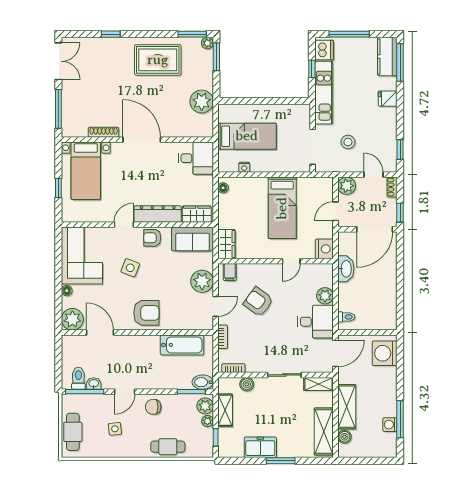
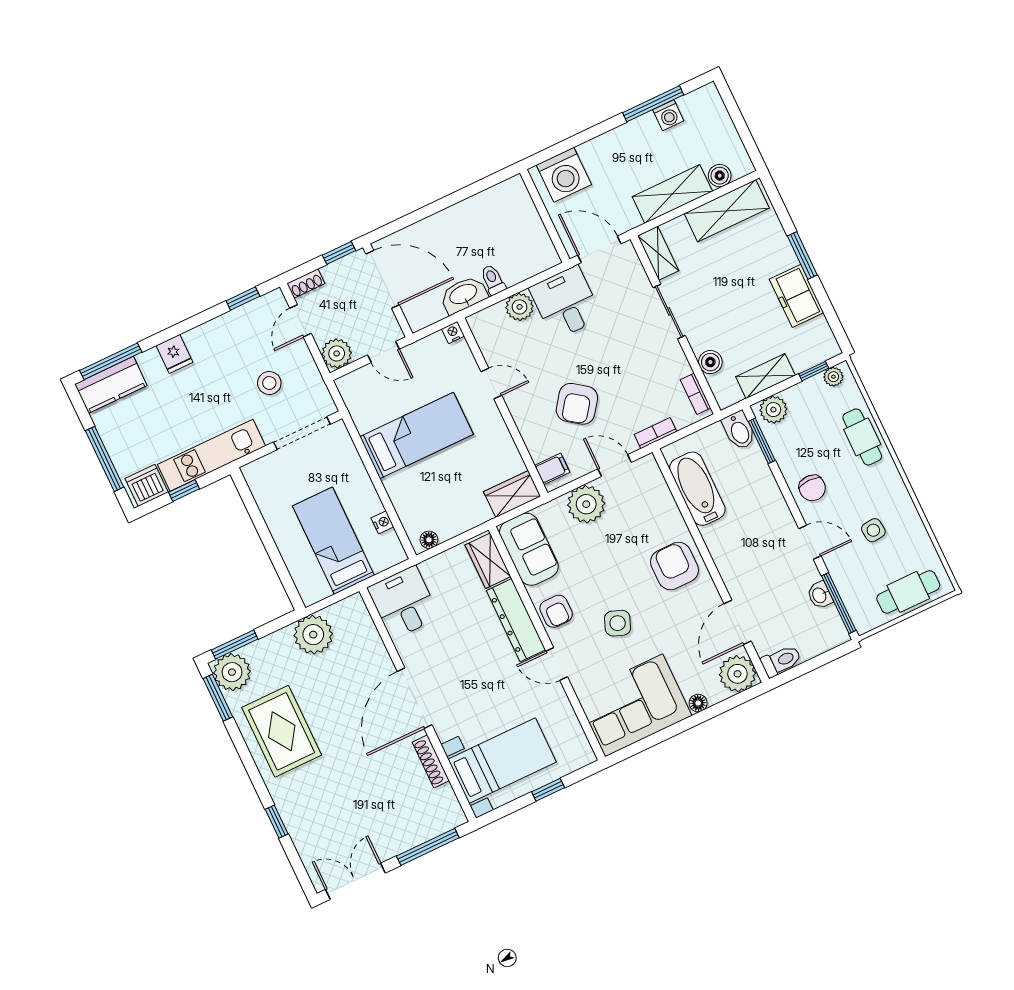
plant: (207, 43) -> (232, 672), width x1.88, depth x1.88
nightstand: (324, 249) -> (453, 332), width x0.53, depth x0.56
toilet: (346, 317) -> (493, 280), moved
toilet: (78, 378) -> (781, 661), moved, turned 180
plant: (207, 421) -> (833, 377), moved

